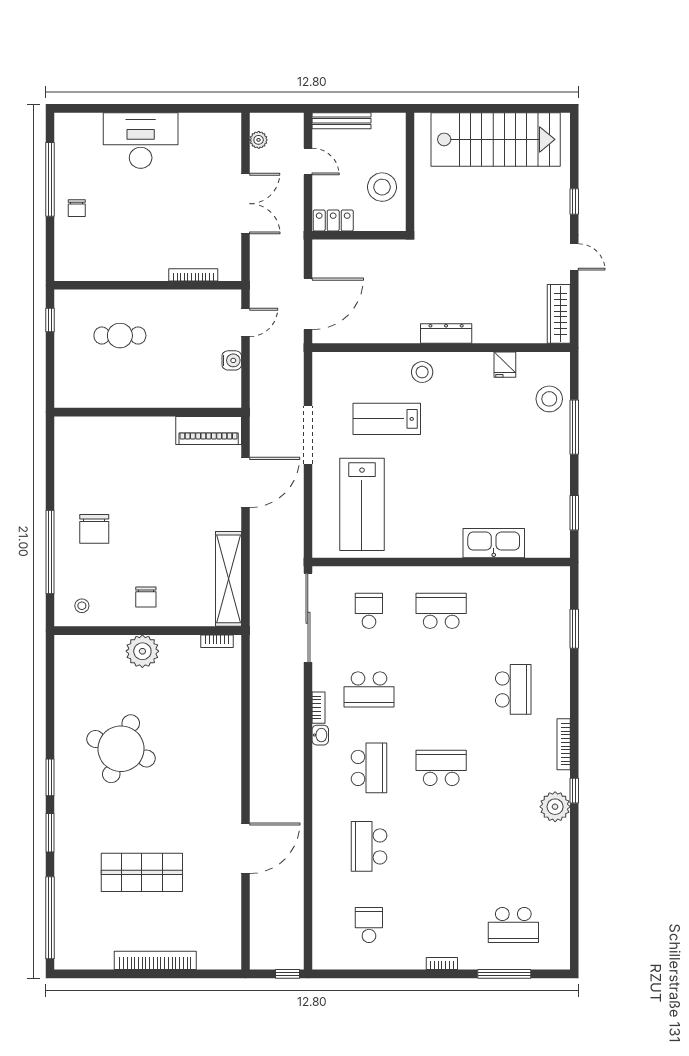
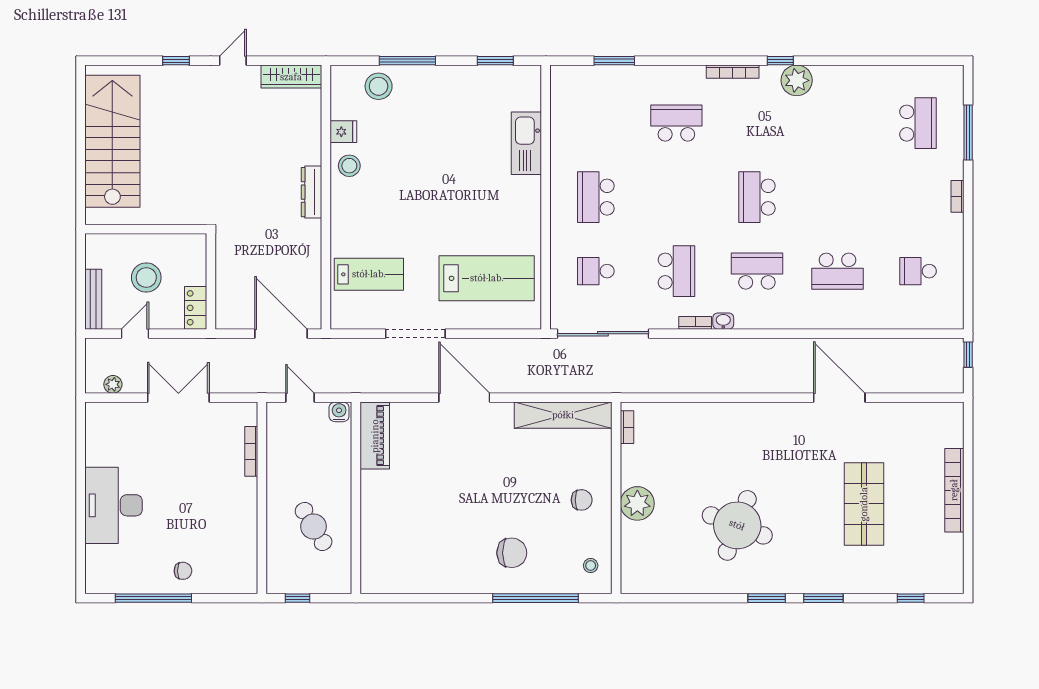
stool: (382, 187) -> (146, 277), moved
cafe table: (120, 336) -> (314, 527), turned -31
stool: (422, 372) -> (349, 166), moved
wall: (148, 412) -> (356, 498), moved
lab bench: (387, 419) -> (369, 274), moved, turned -90
piano: (209, 431) -> (375, 436), moved
window: (50, 918) -> (911, 598), width x0.32

